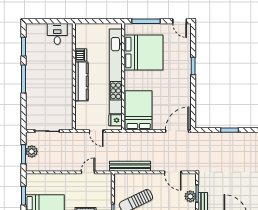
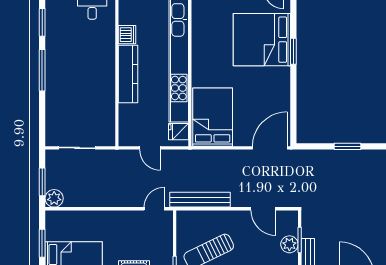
bed: (143, 52) -> (262, 40), moved, turned 180
plant: (32, 151) -> (54, 198), moved
door: (88, 172) -> (154, 209), moved

